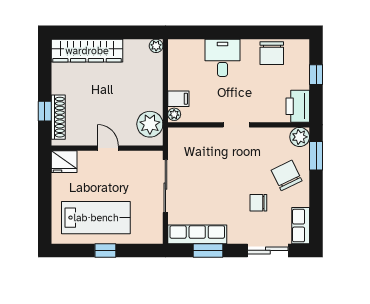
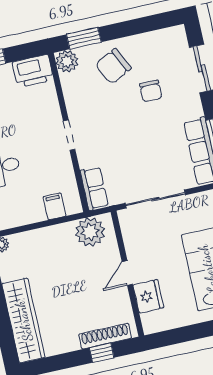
plant: (174, 114) -> (73, 207), removed
fridge: (64, 162) -> (148, 296), moved
row of seats: (301, 226) -> (94, 188), moved, turned -90

